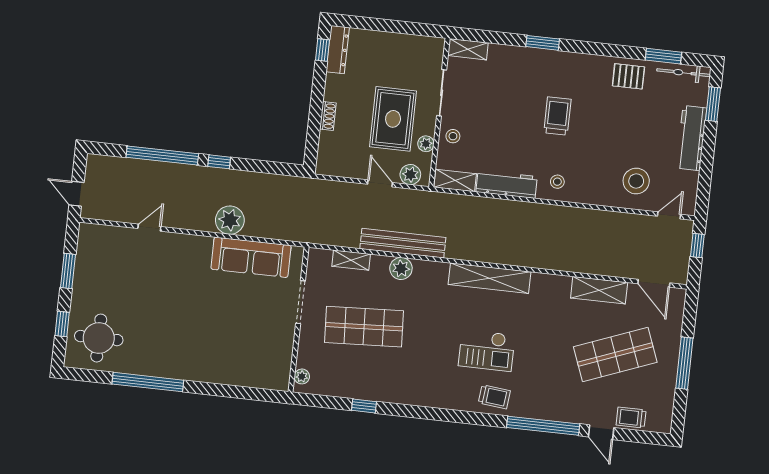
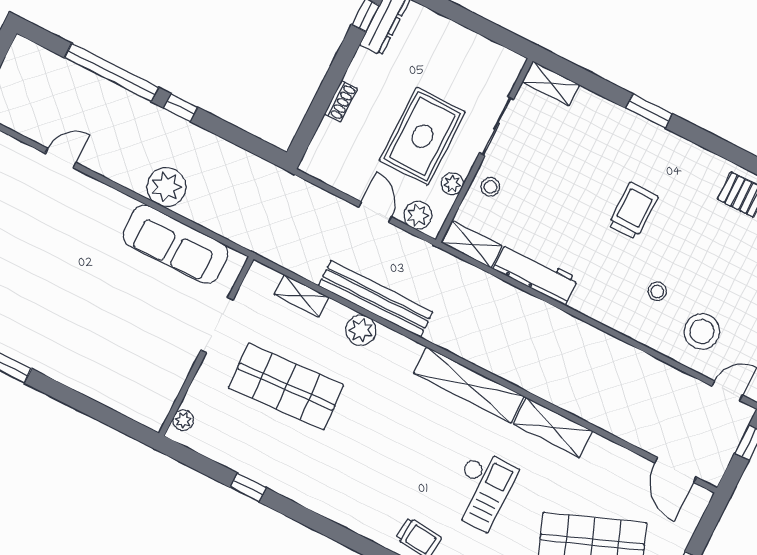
stool: (557, 182) -> (657, 291), moved
shelving: (599, 290) -> (553, 427), moved
checkout: (487, 350) -> (481, 490), moved, turned -90

